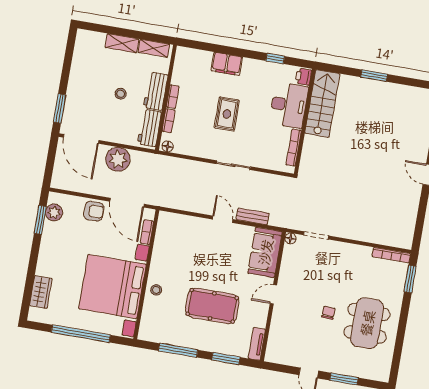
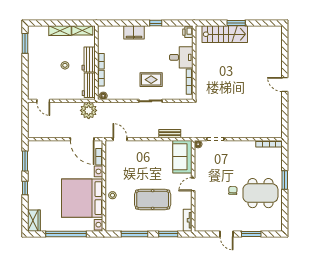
window: (275, 58) -> (156, 23), moved
stairs: (322, 103) -> (225, 34), moved, turned 90
desk: (289, 105) -> (181, 57), width x0.73
window: (60, 108) -> (25, 43), moved
rug: (227, 114) -> (151, 80), moved, turned 90
door: (81, 139) -> (43, 101), width x0.53
plant: (118, 159) -> (89, 110), moved
armchair: (94, 211) -> (61, 149), removed
plant: (54, 212) -> (33, 154), removed
door: (222, 219) -> (120, 139), moved
window: (34, 258) -> (25, 188), added
window: (410, 279) -> (285, 180), moved
wardrobe: (41, 292) -> (34, 221), moved
dining table: (367, 323) -> (260, 193), turned 90

